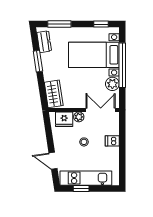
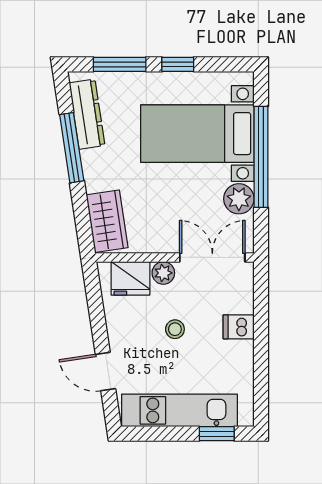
window: (101, 24) -> (178, 64), moved
dresser: (44, 42) -> (87, 114), width x1.44
window: (38, 61) -> (72, 148), width x1.44
window: (81, 188) -> (217, 434), moved

